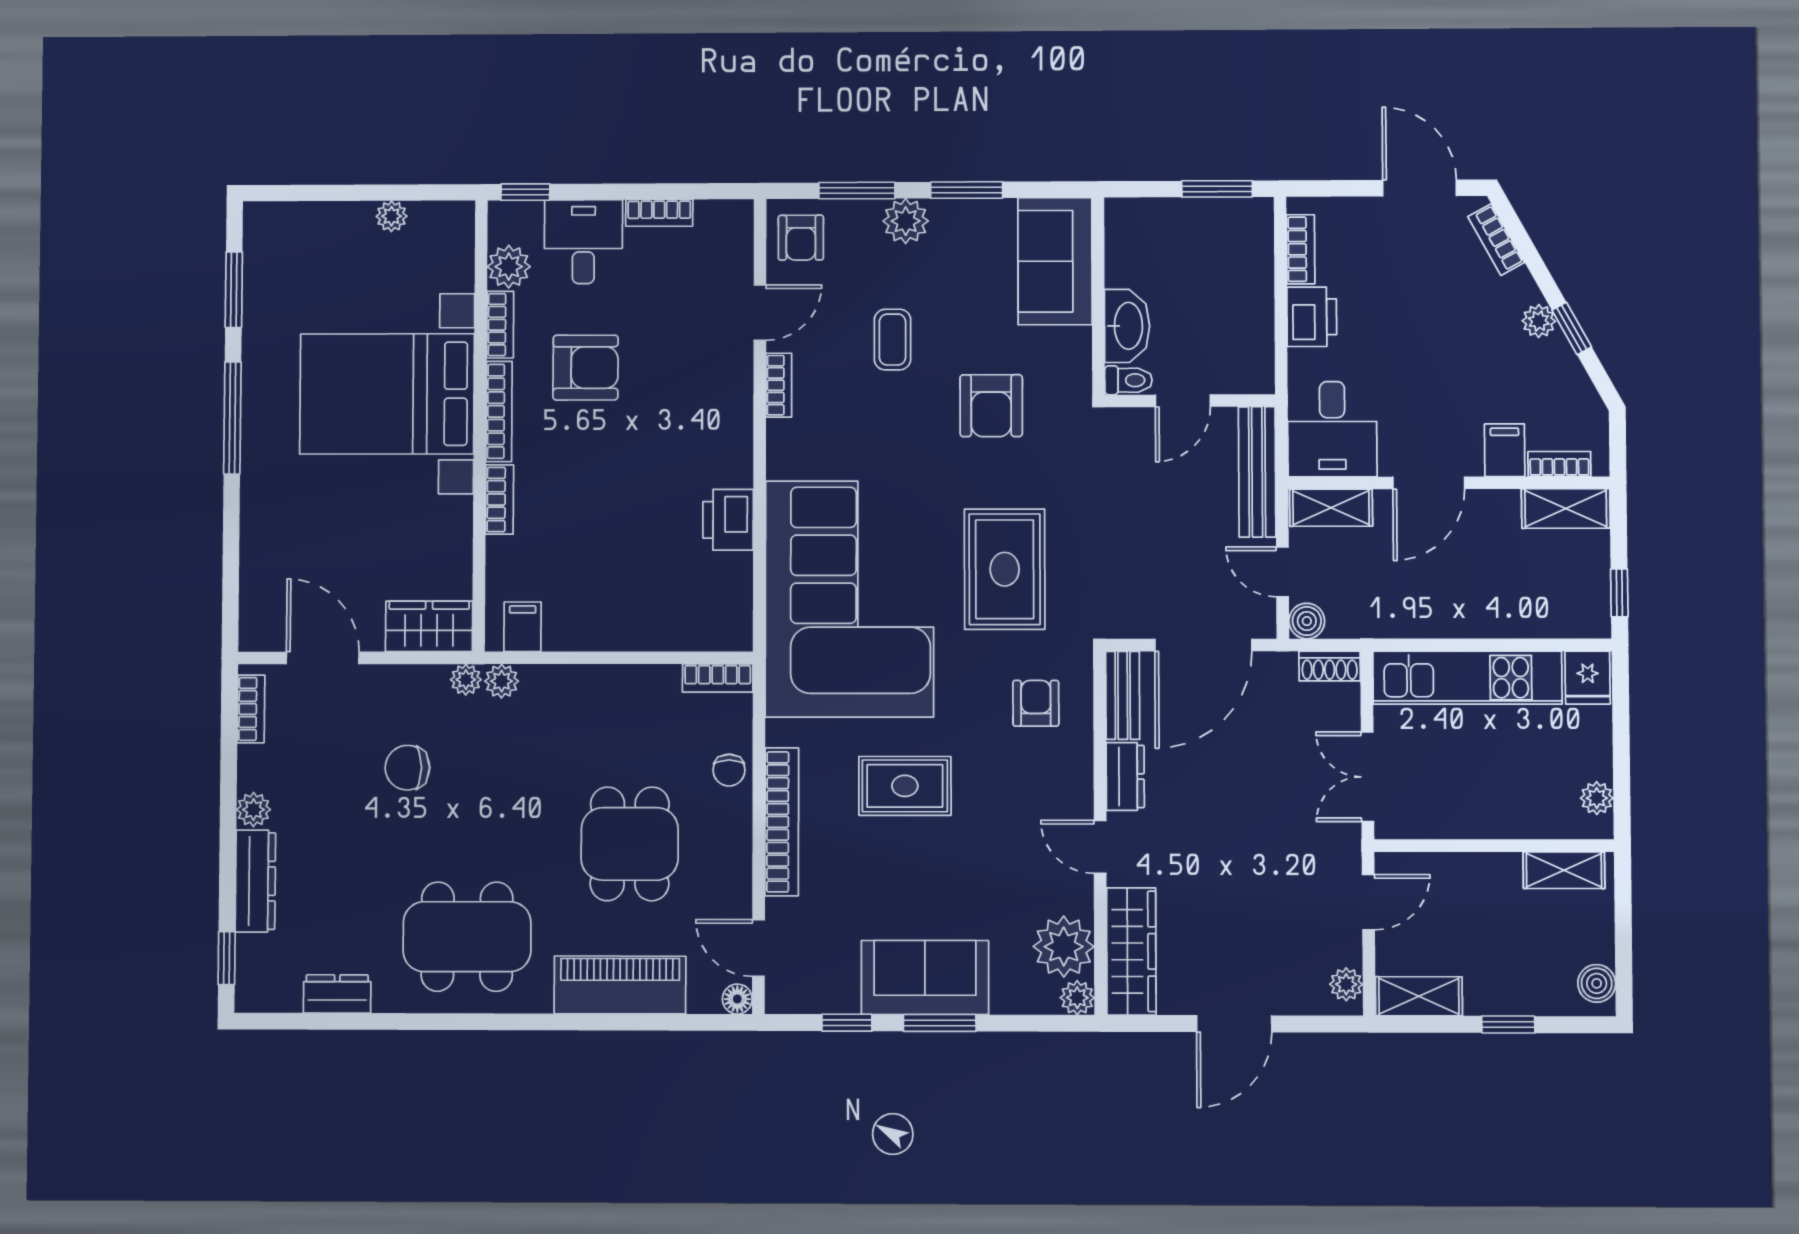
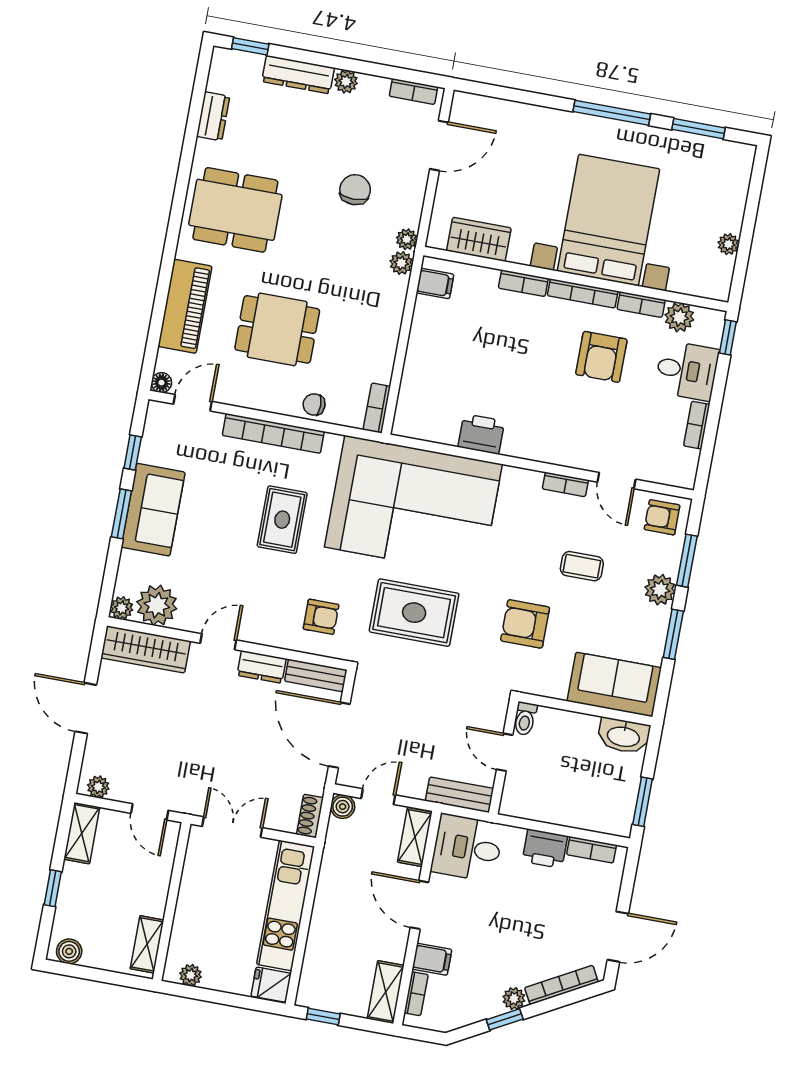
bookcase: (1496, 239) -> (561, 985), width x1.56
washbasin: (1127, 326) -> (624, 736), moved
bench: (1257, 472) -> (460, 795), width x0.73
wardrobe: (429, 626) -> (479, 239), moved, turned -90
dining table: (467, 937) -> (235, 210), turned 90

